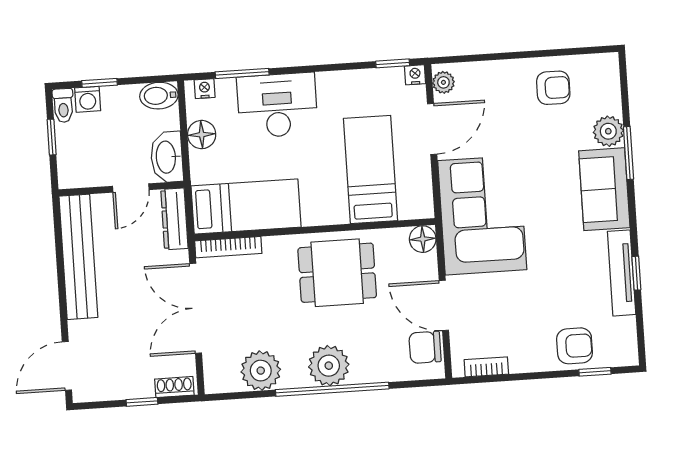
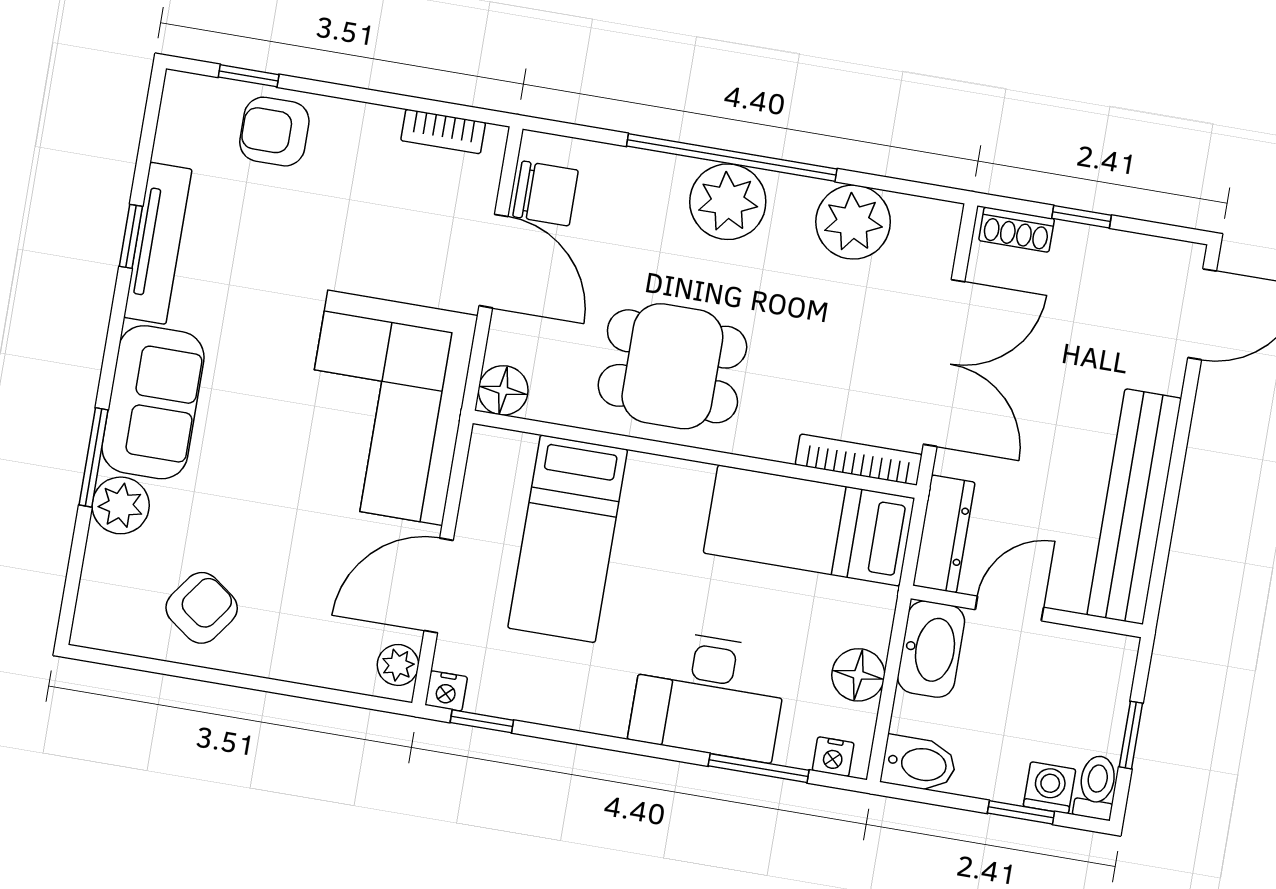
armchair: (553, 88) -> (202, 608), turned 126

